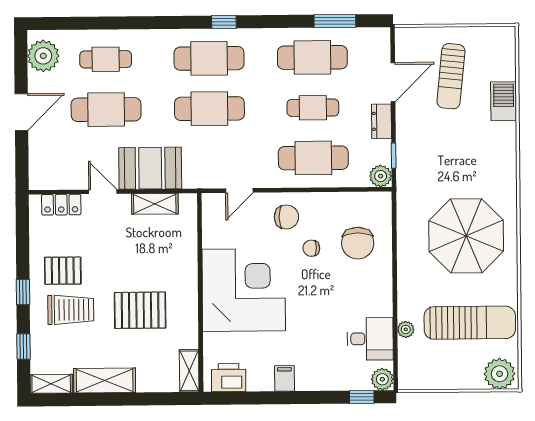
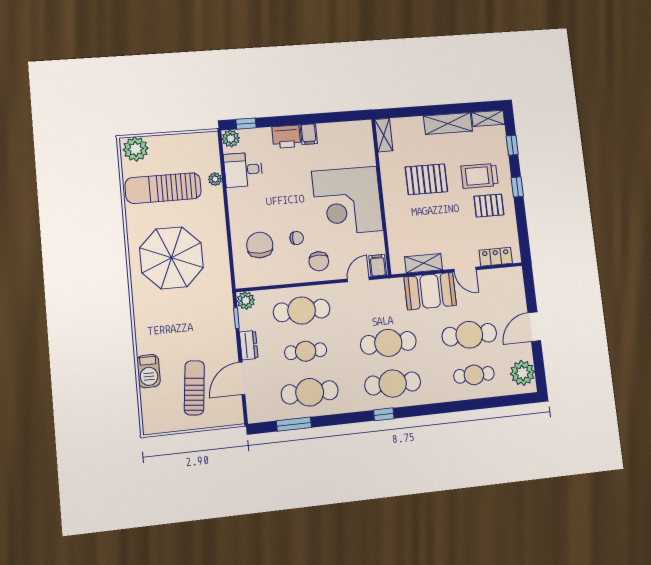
filing cabinet: (213, 206) -> (378, 265), added
chair: (286, 217) -> (319, 261), turned -90
printer: (229, 378) -> (286, 137), moved

